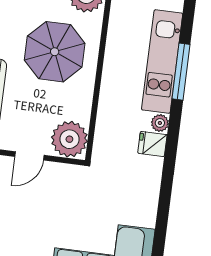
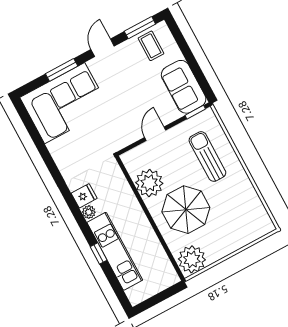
window: (181, 72) -> (99, 253), width x0.46
plant: (69, 139) -> (149, 183), moved

